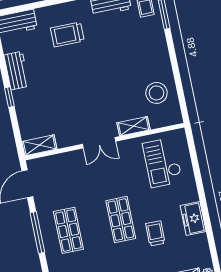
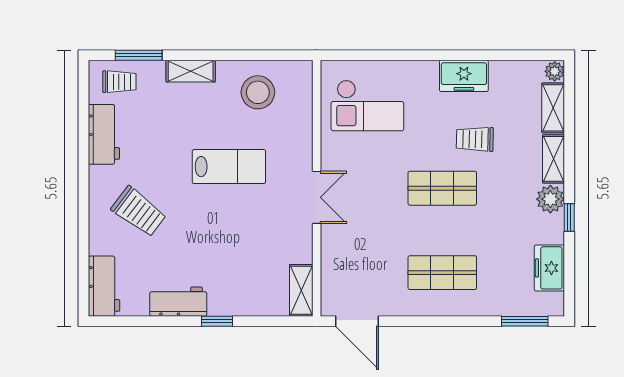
trolley: (67, 34) -> (139, 212), turned -53
lab bench: (107, 85) -> (229, 167), added
shelving: (134, 126) -> (191, 71), moved, turned 90
window: (37, 232) -> (435, 321), removed

